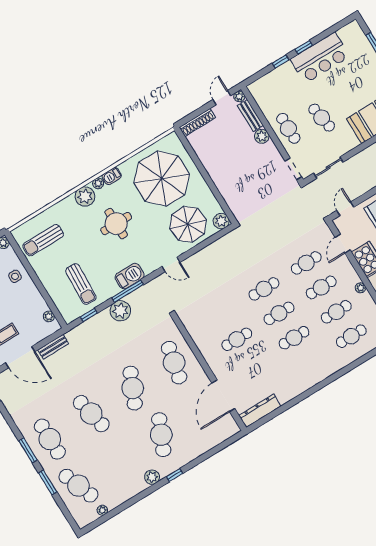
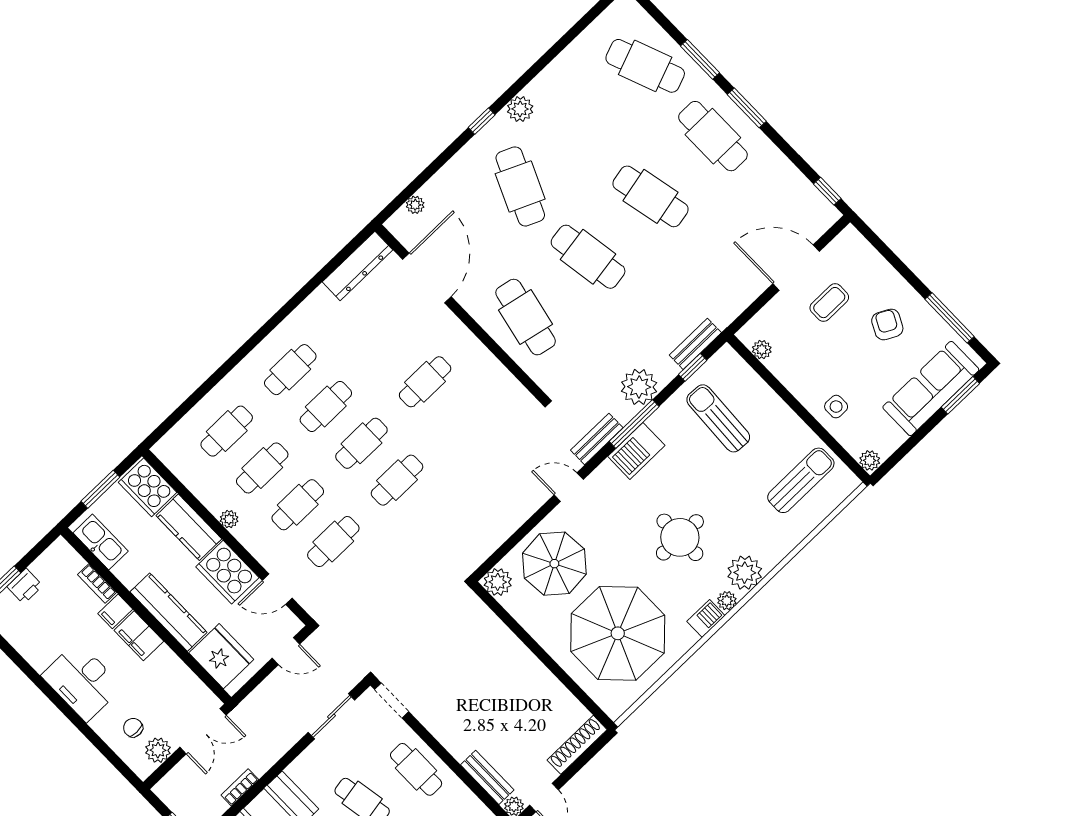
plant: (262, 136) -> (459, 746), removed
door: (345, 209) -> (286, 651), hinge flipped
door: (343, 244) -> (277, 589), swing flipped
bench: (150, 287) -> (597, 439), added
bench: (53, 347) -> (695, 344), moved
cafe table: (309, 362) -> (290, 370), added
cafe table: (133, 388) -> (588, 257), turned -33
plant: (102, 510) -> (415, 205), moved

